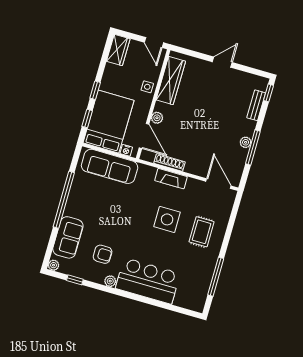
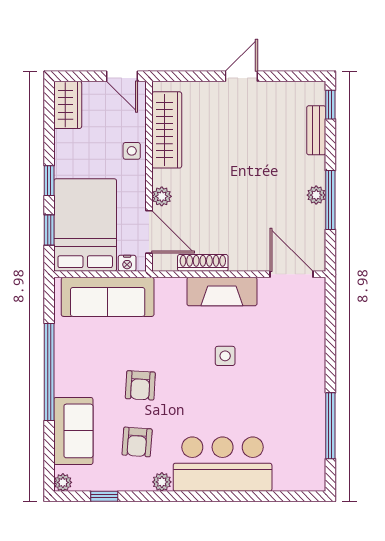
fireplace: (171, 179) -> (222, 292), width x1.37, depth x1.32
side table: (167, 219) -> (225, 356), width x0.54, depth x0.54
armchair: (114, 222) -> (140, 385), added
rug: (202, 232) -> (287, 360), removed
armchair: (103, 254) -> (137, 442), turned 94

